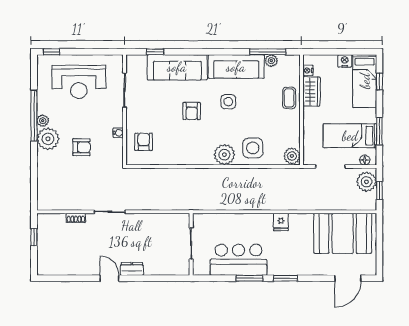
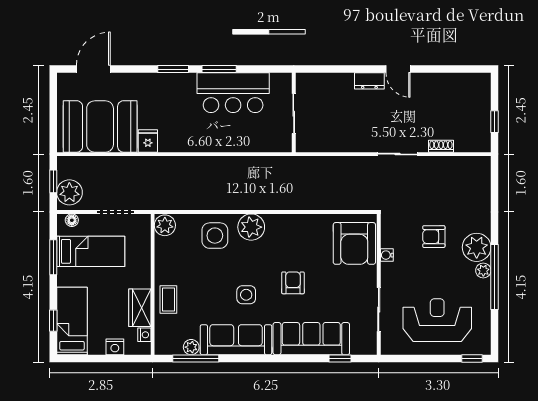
nightstand: (345, 61) -> (115, 347), moved
armchair: (144, 142) -> (354, 243), width x1.88, depth x1.88
fridge: (281, 222) -> (148, 141), moved

